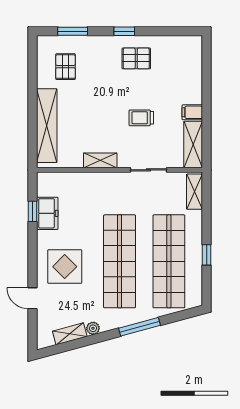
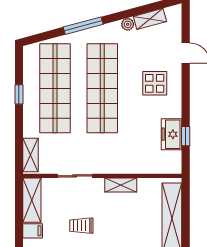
trolley: (141, 118) -> (81, 226), turned 180
display table: (65, 267) -> (155, 83), width x0.73, depth x0.73

